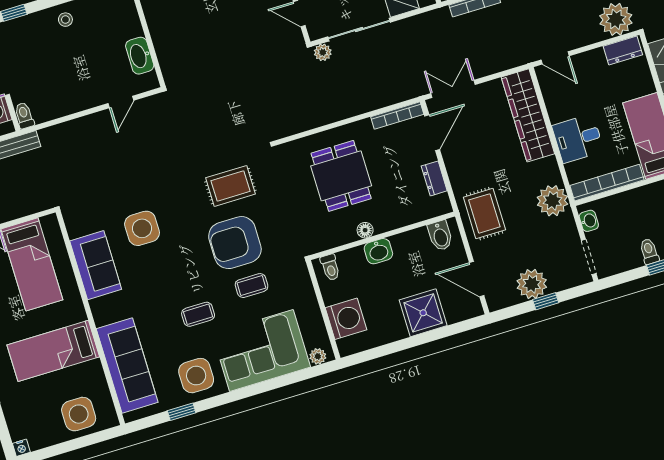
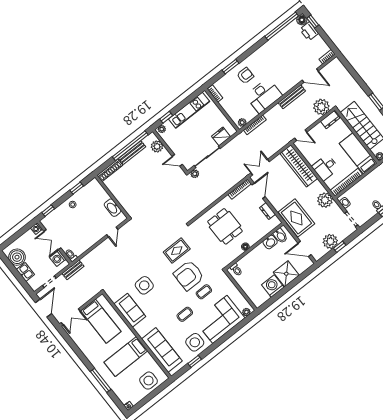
rug: (484, 213) -> (296, 218), width x1.36, depth x1.43
washbasin: (378, 251) -> (270, 242), moved
washing machine: (346, 319) -> (273, 286), moved, turned -90

